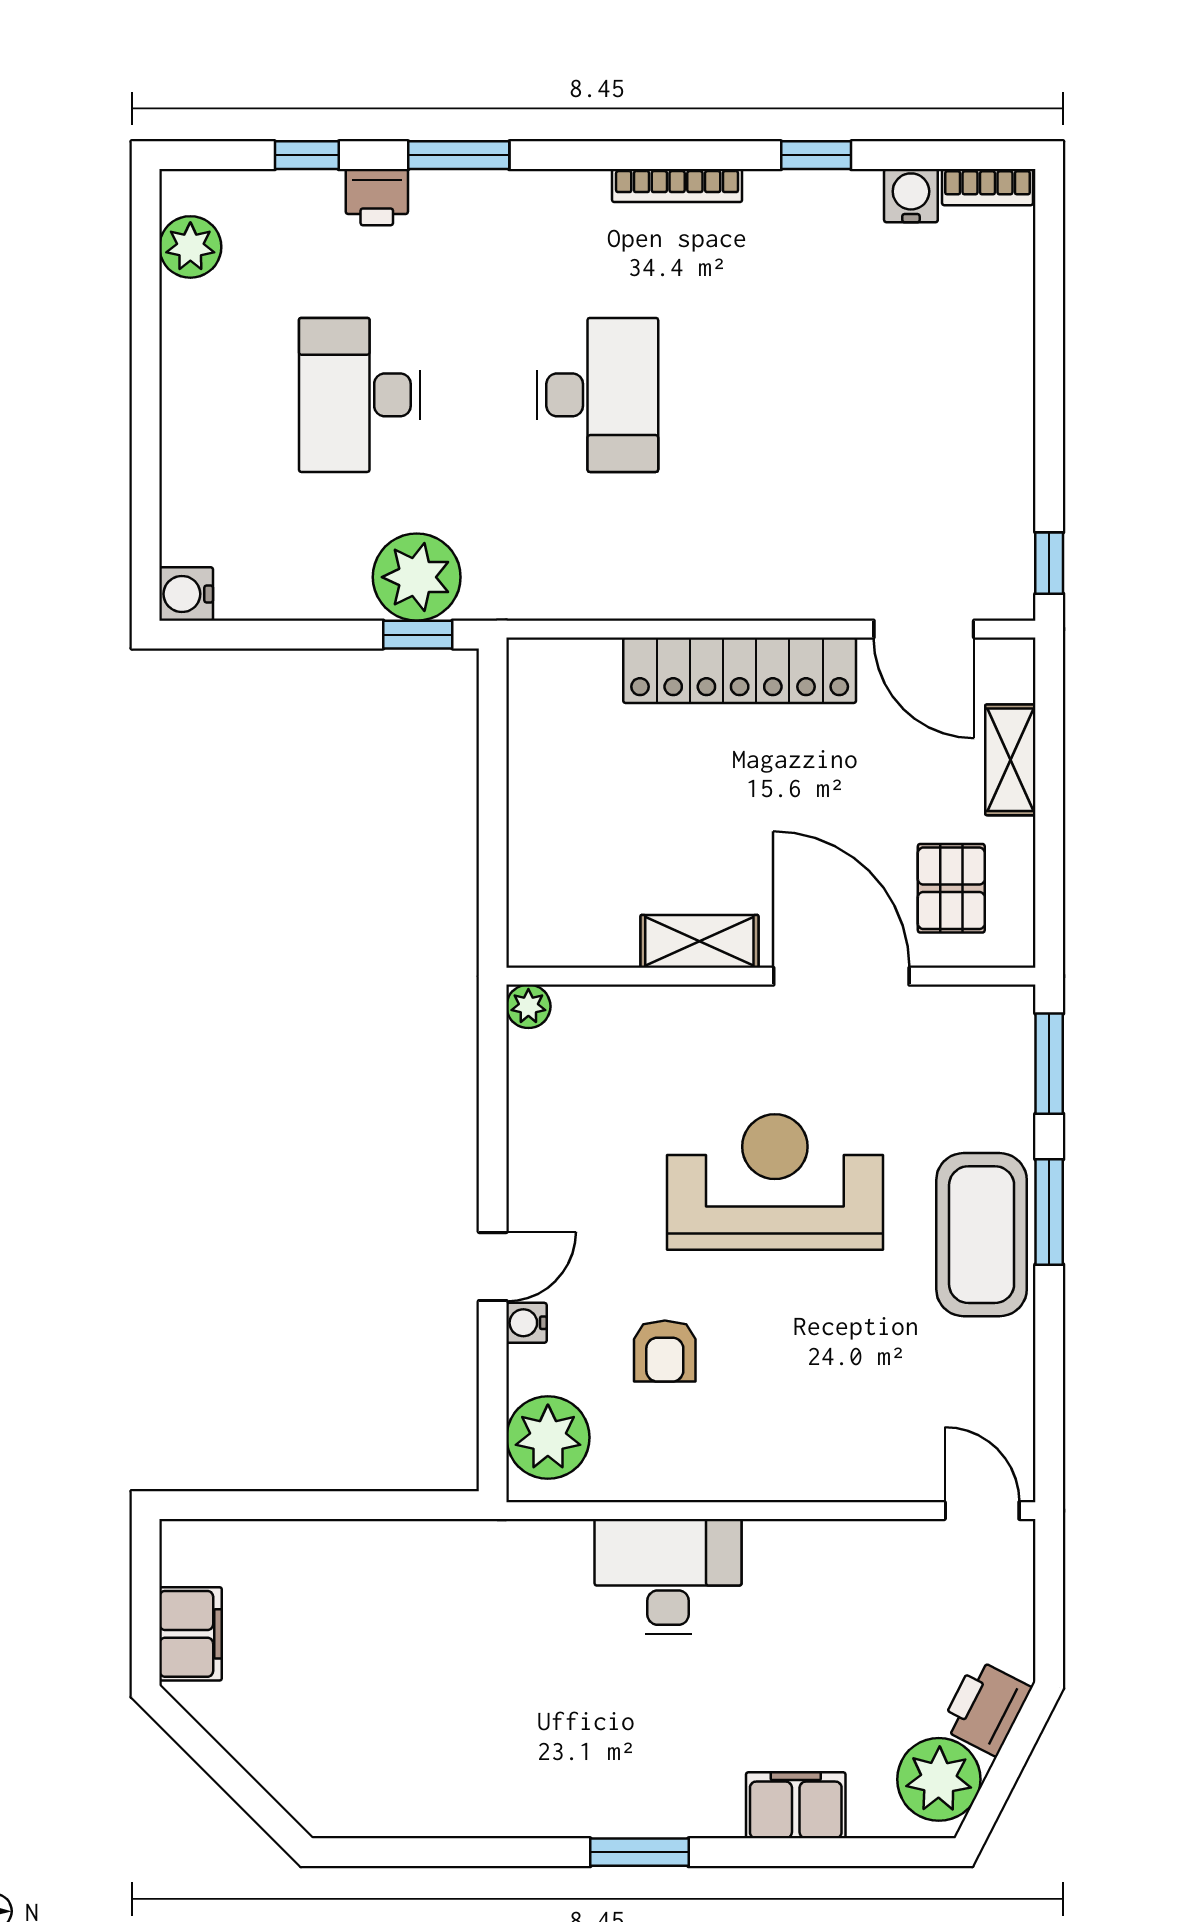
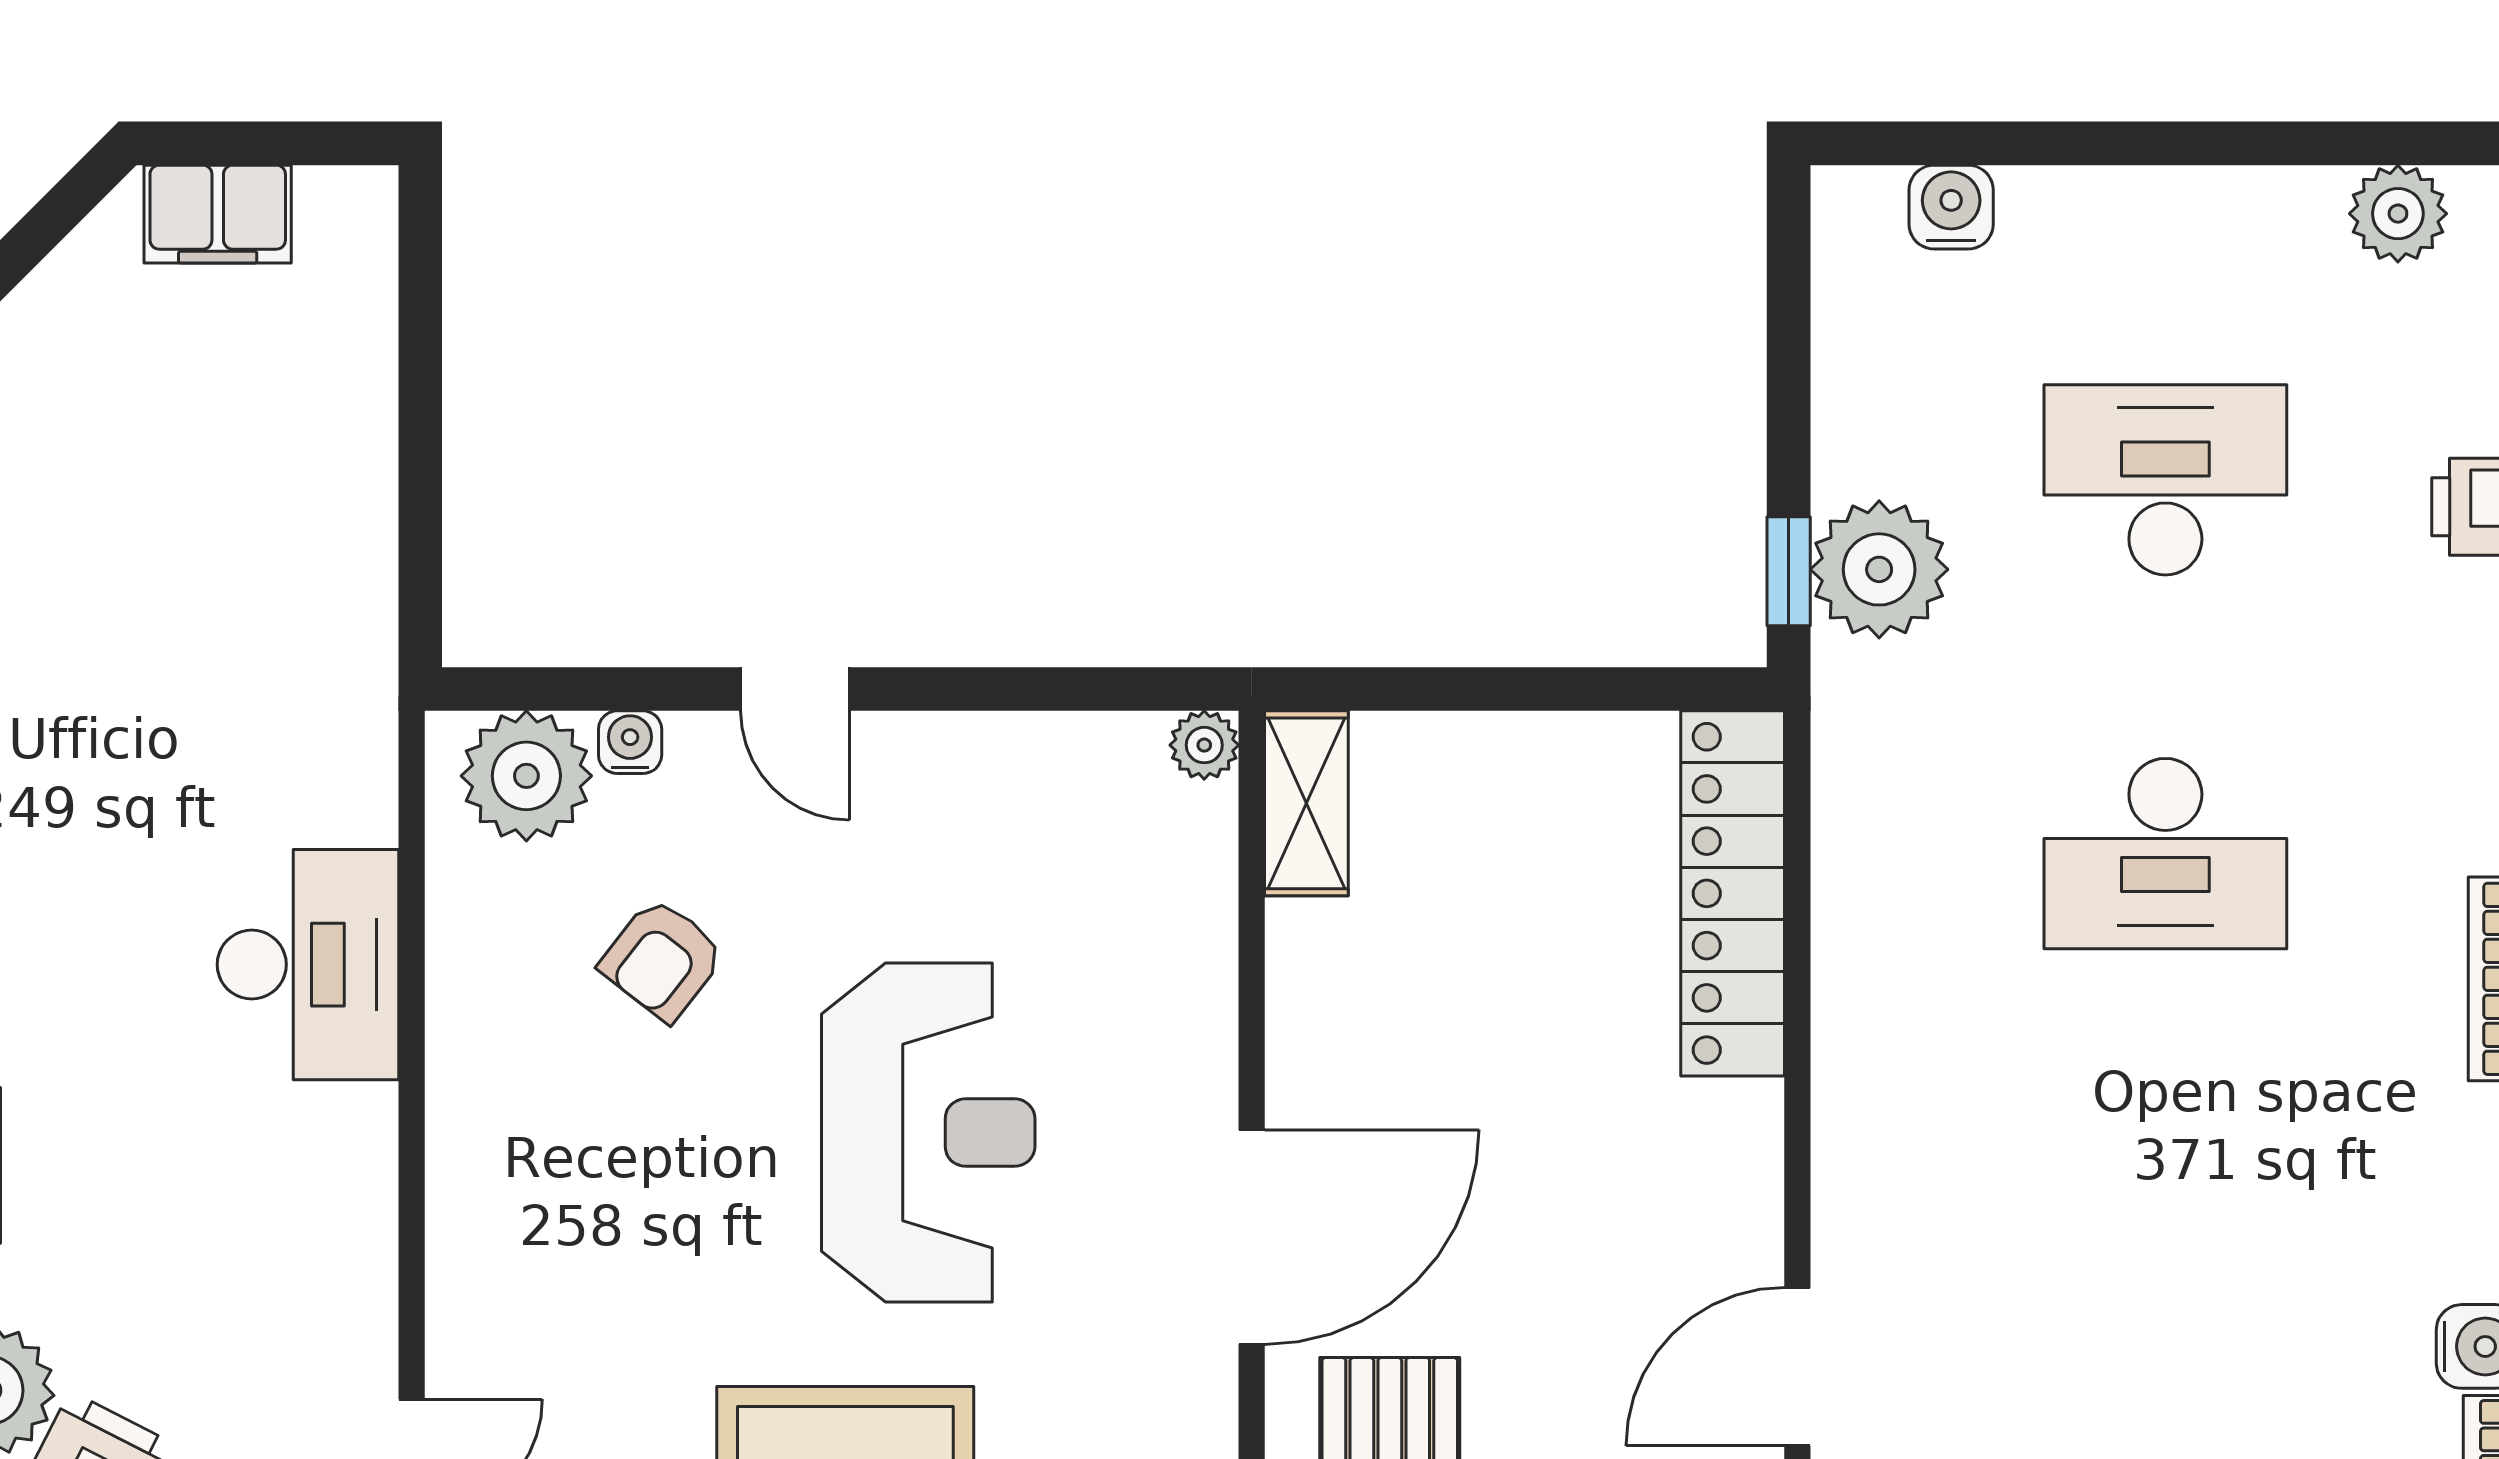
water cooler: (186, 594) -> (1951, 207), moved
locker: (740, 670) -> (1733, 893), moved
shelving: (699, 941) -> (1306, 803), moved
water cooler: (527, 1323) -> (630, 742), moved
armchair: (665, 1351) -> (662, 959), turned -52

